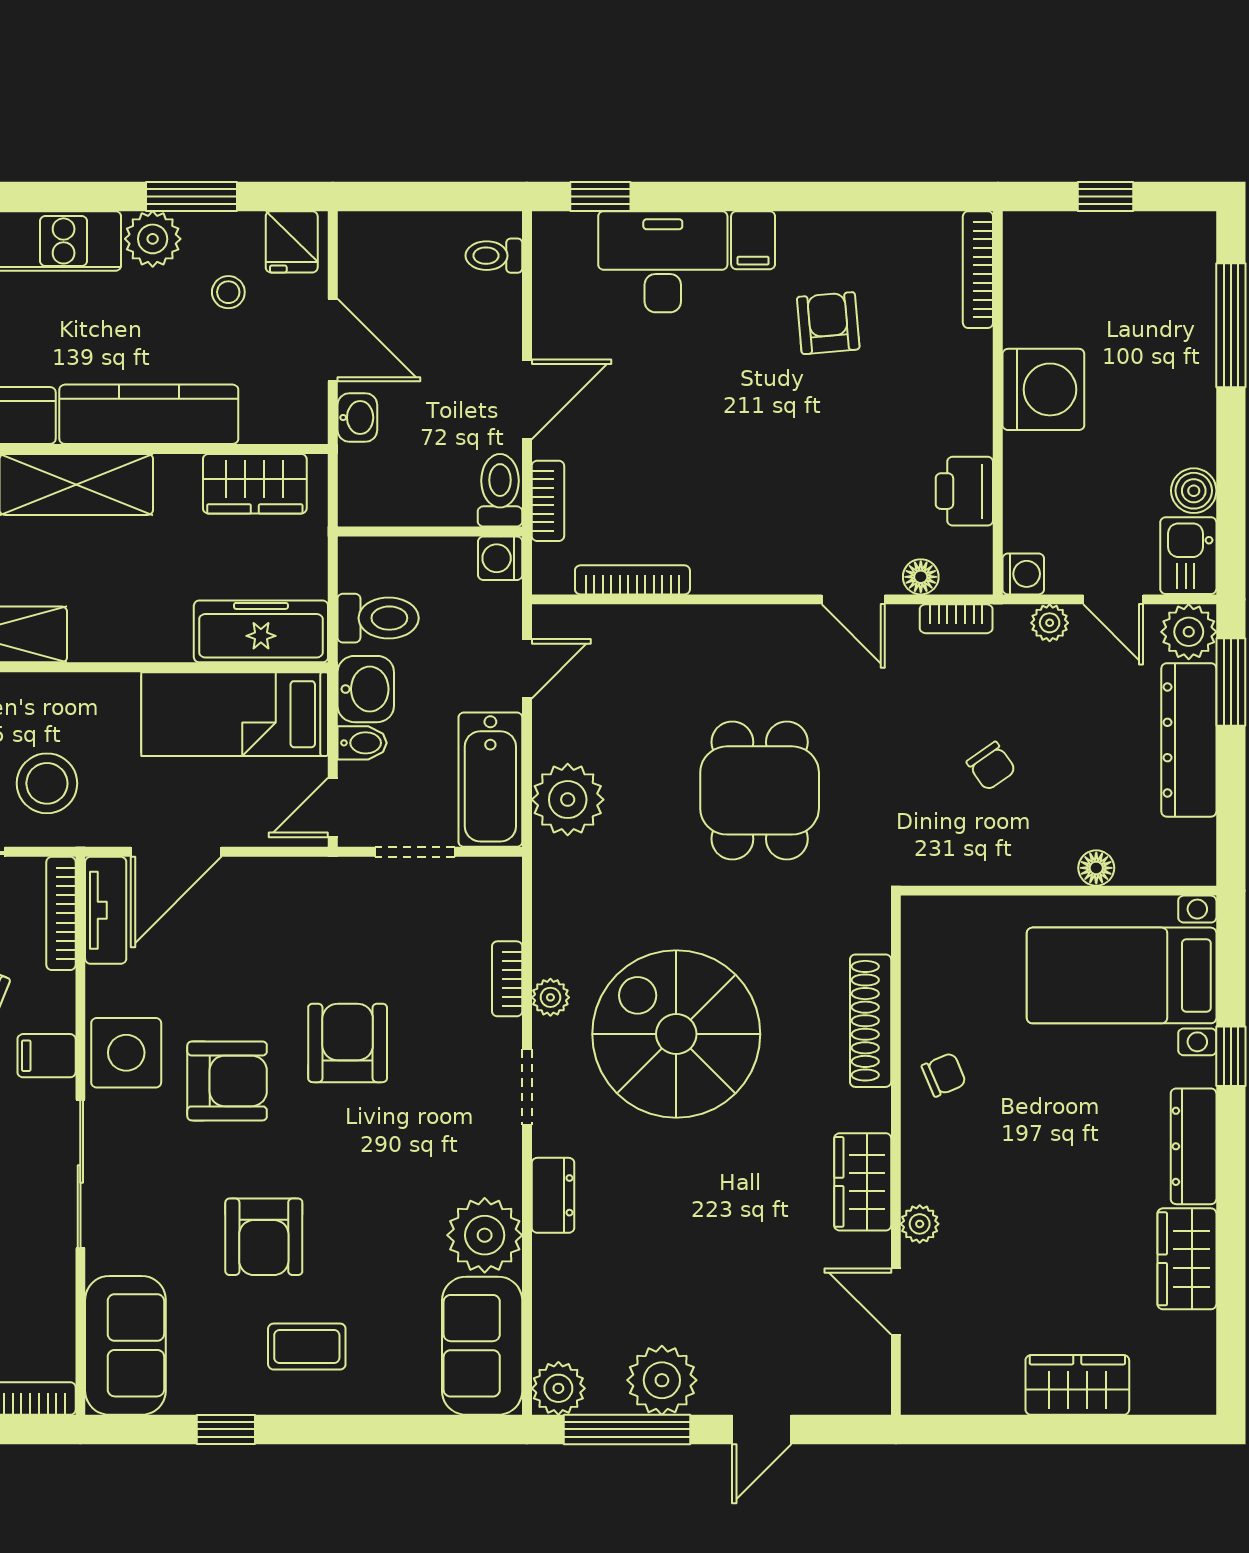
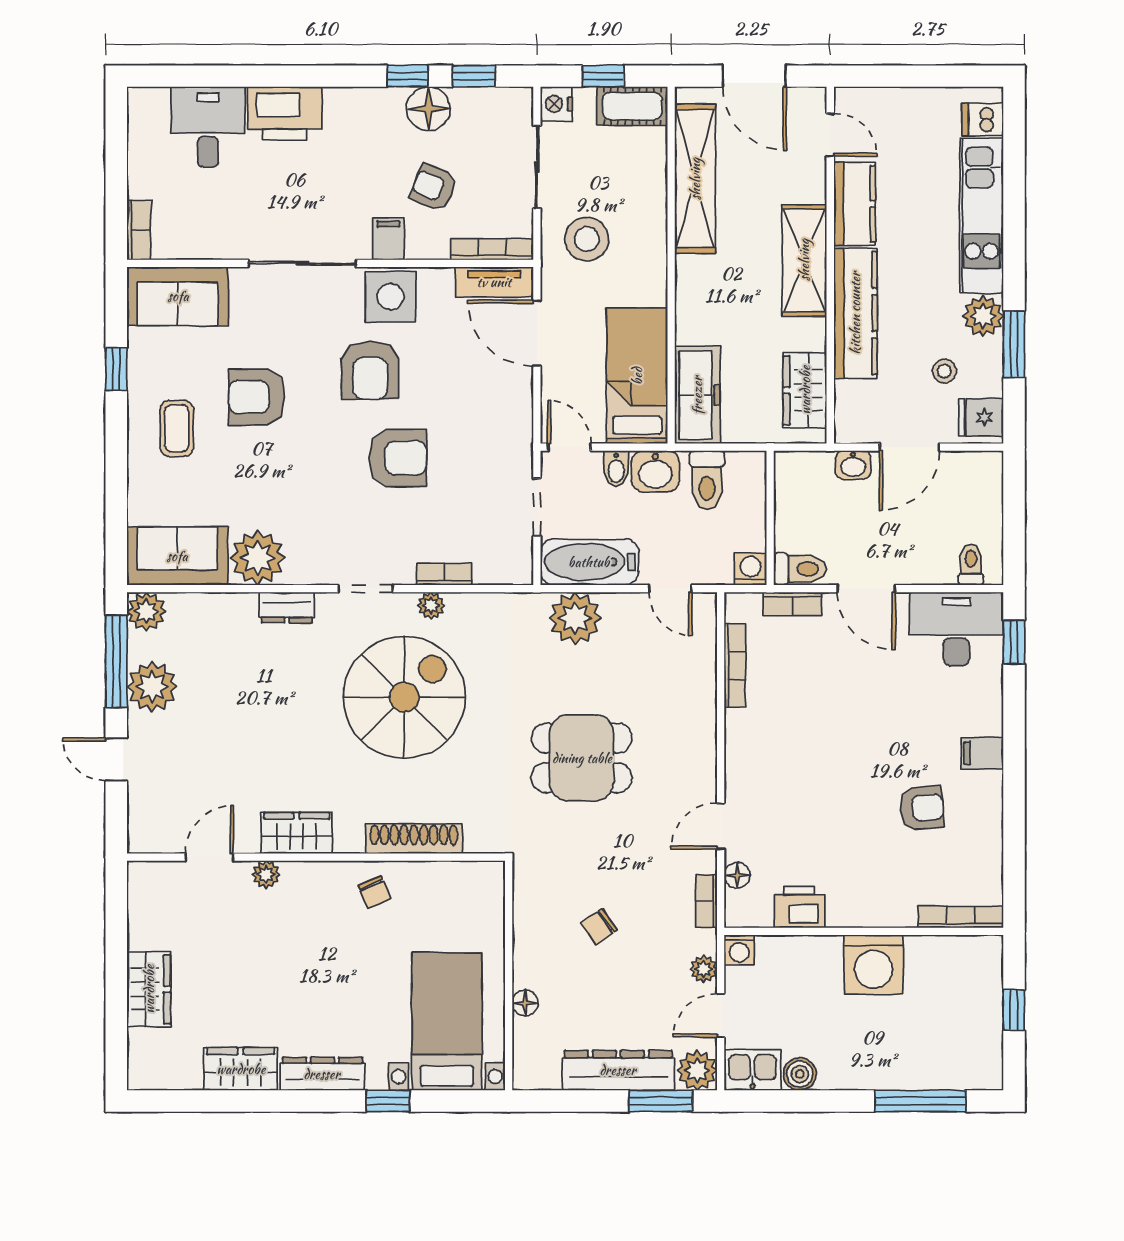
desk: (663, 262) -> (956, 629), moved, turned -90

